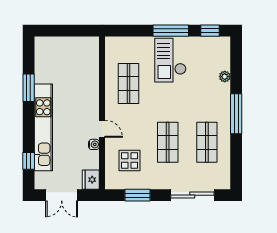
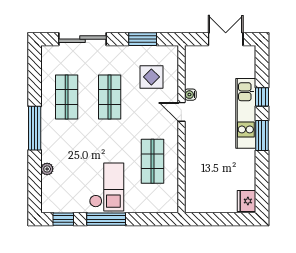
window: (29, 88) -> (262, 135), moved
kitchen unit: (43, 127) -> (246, 113), width x0.73
window: (29, 161) -> (262, 97), moved
fridge: (91, 180) -> (246, 201), moved, turned 180

